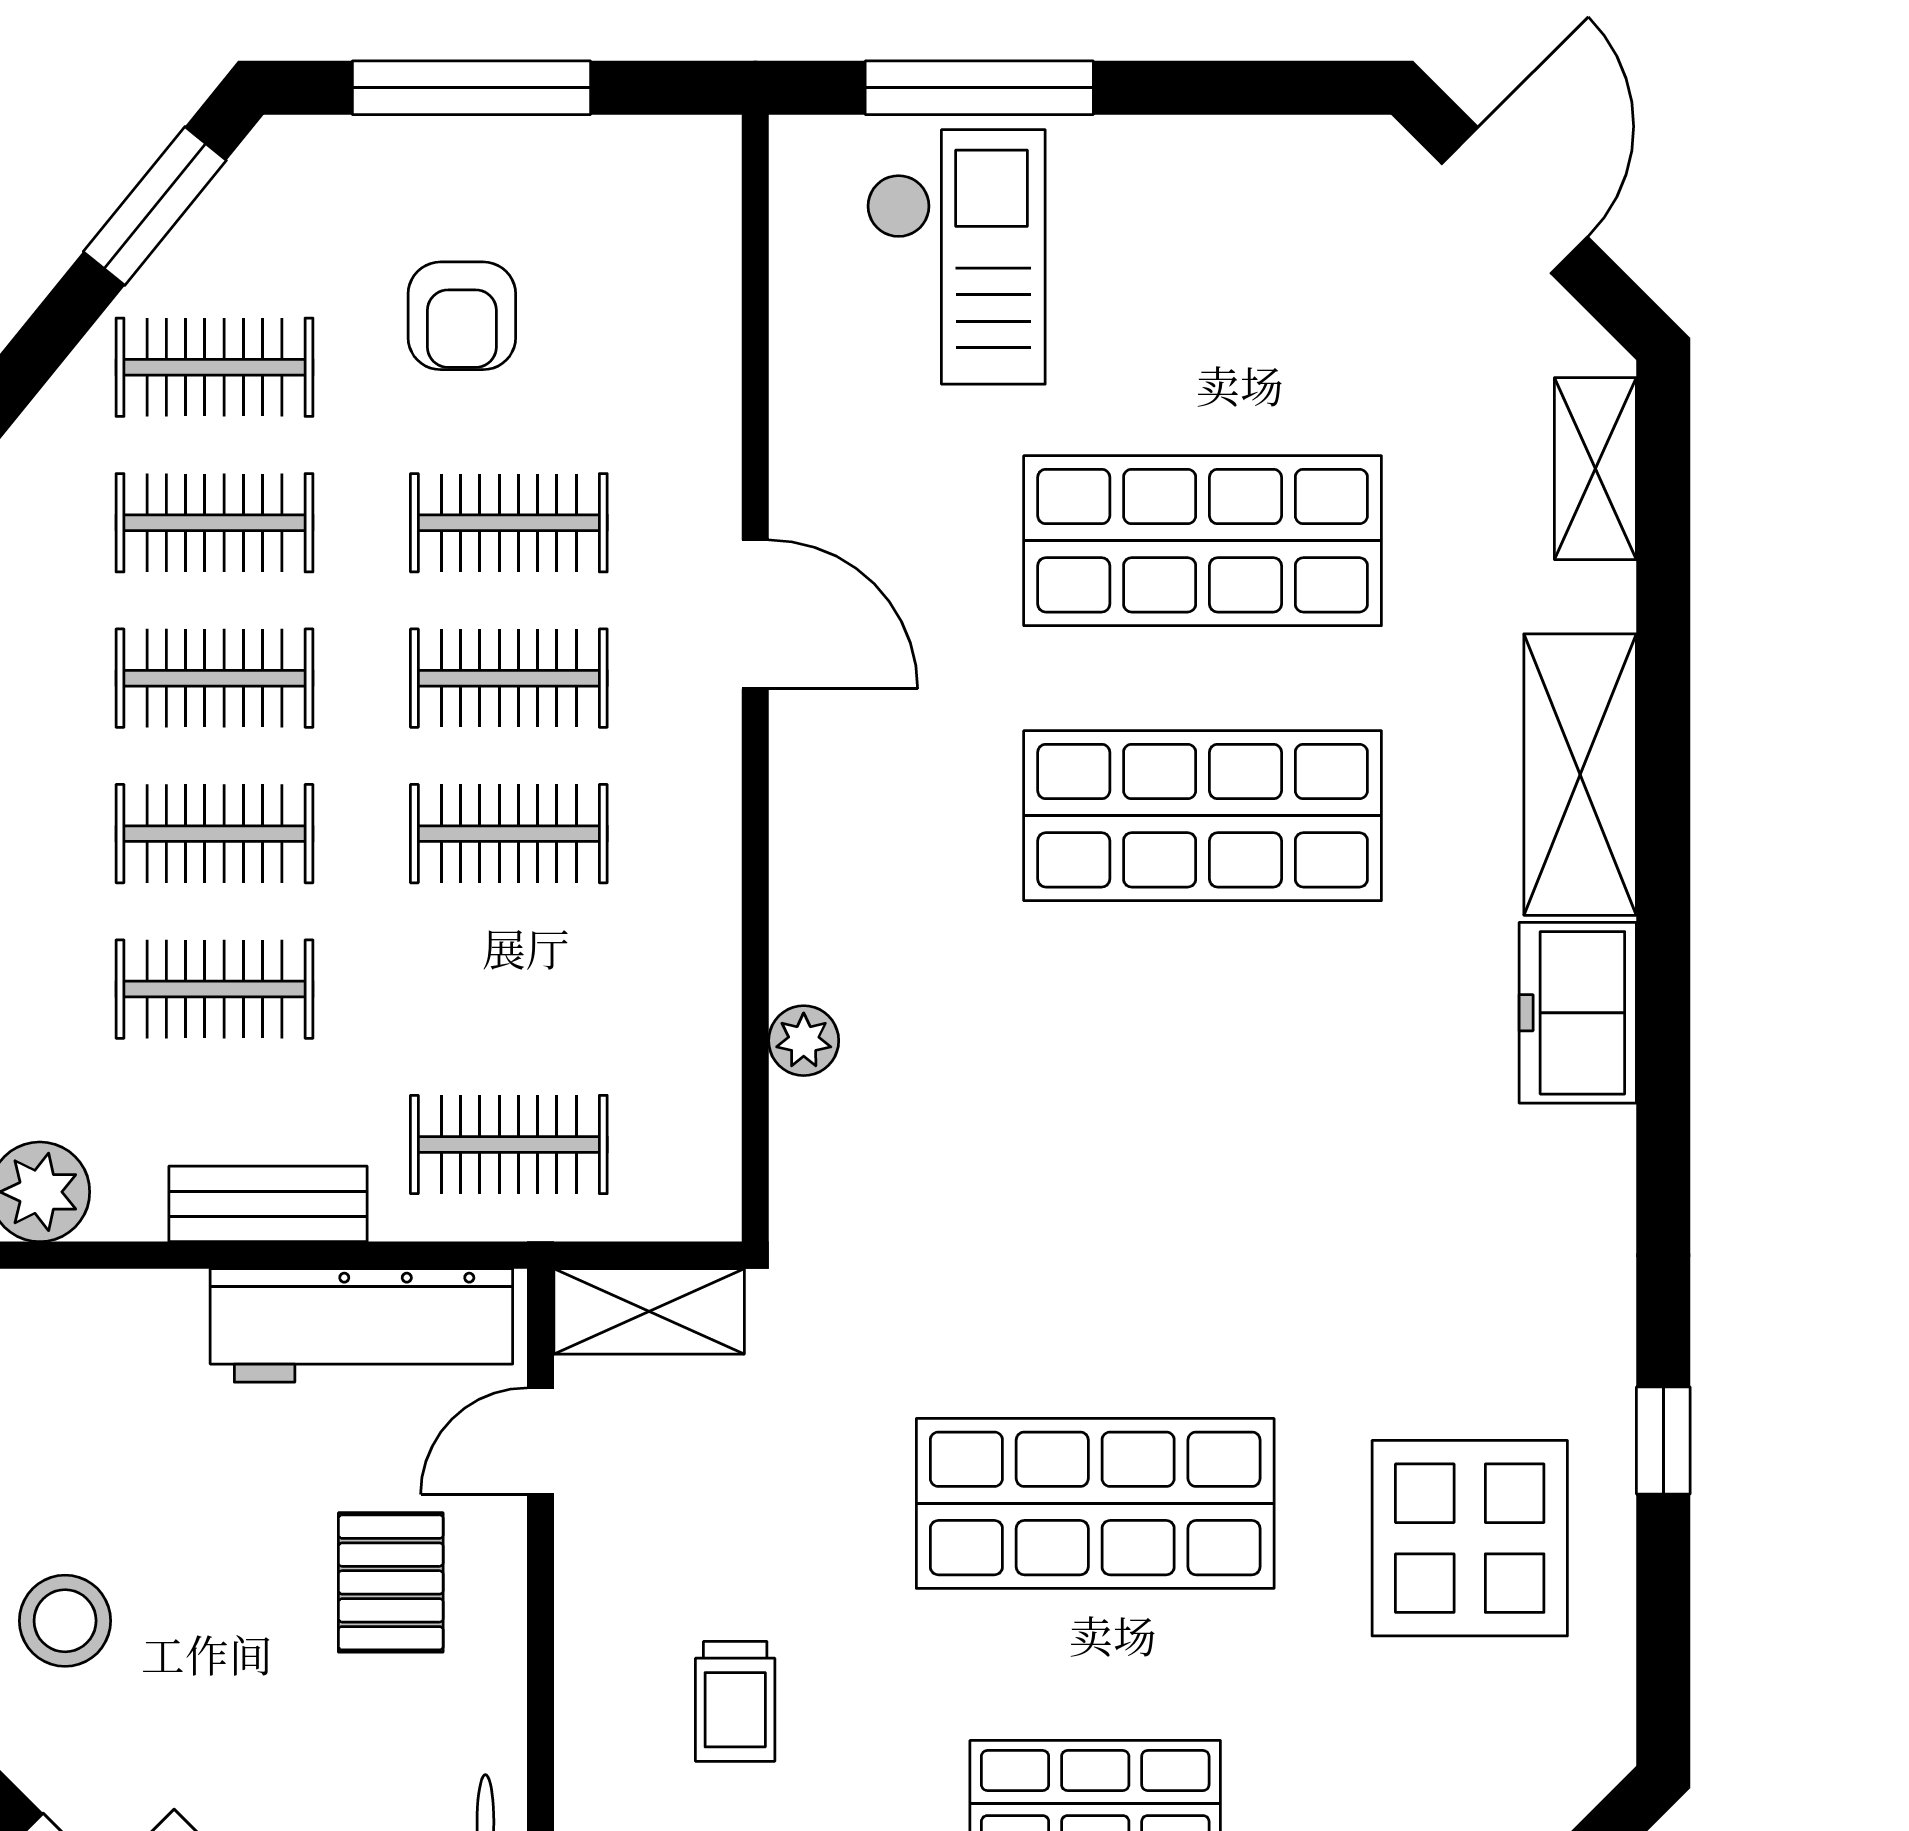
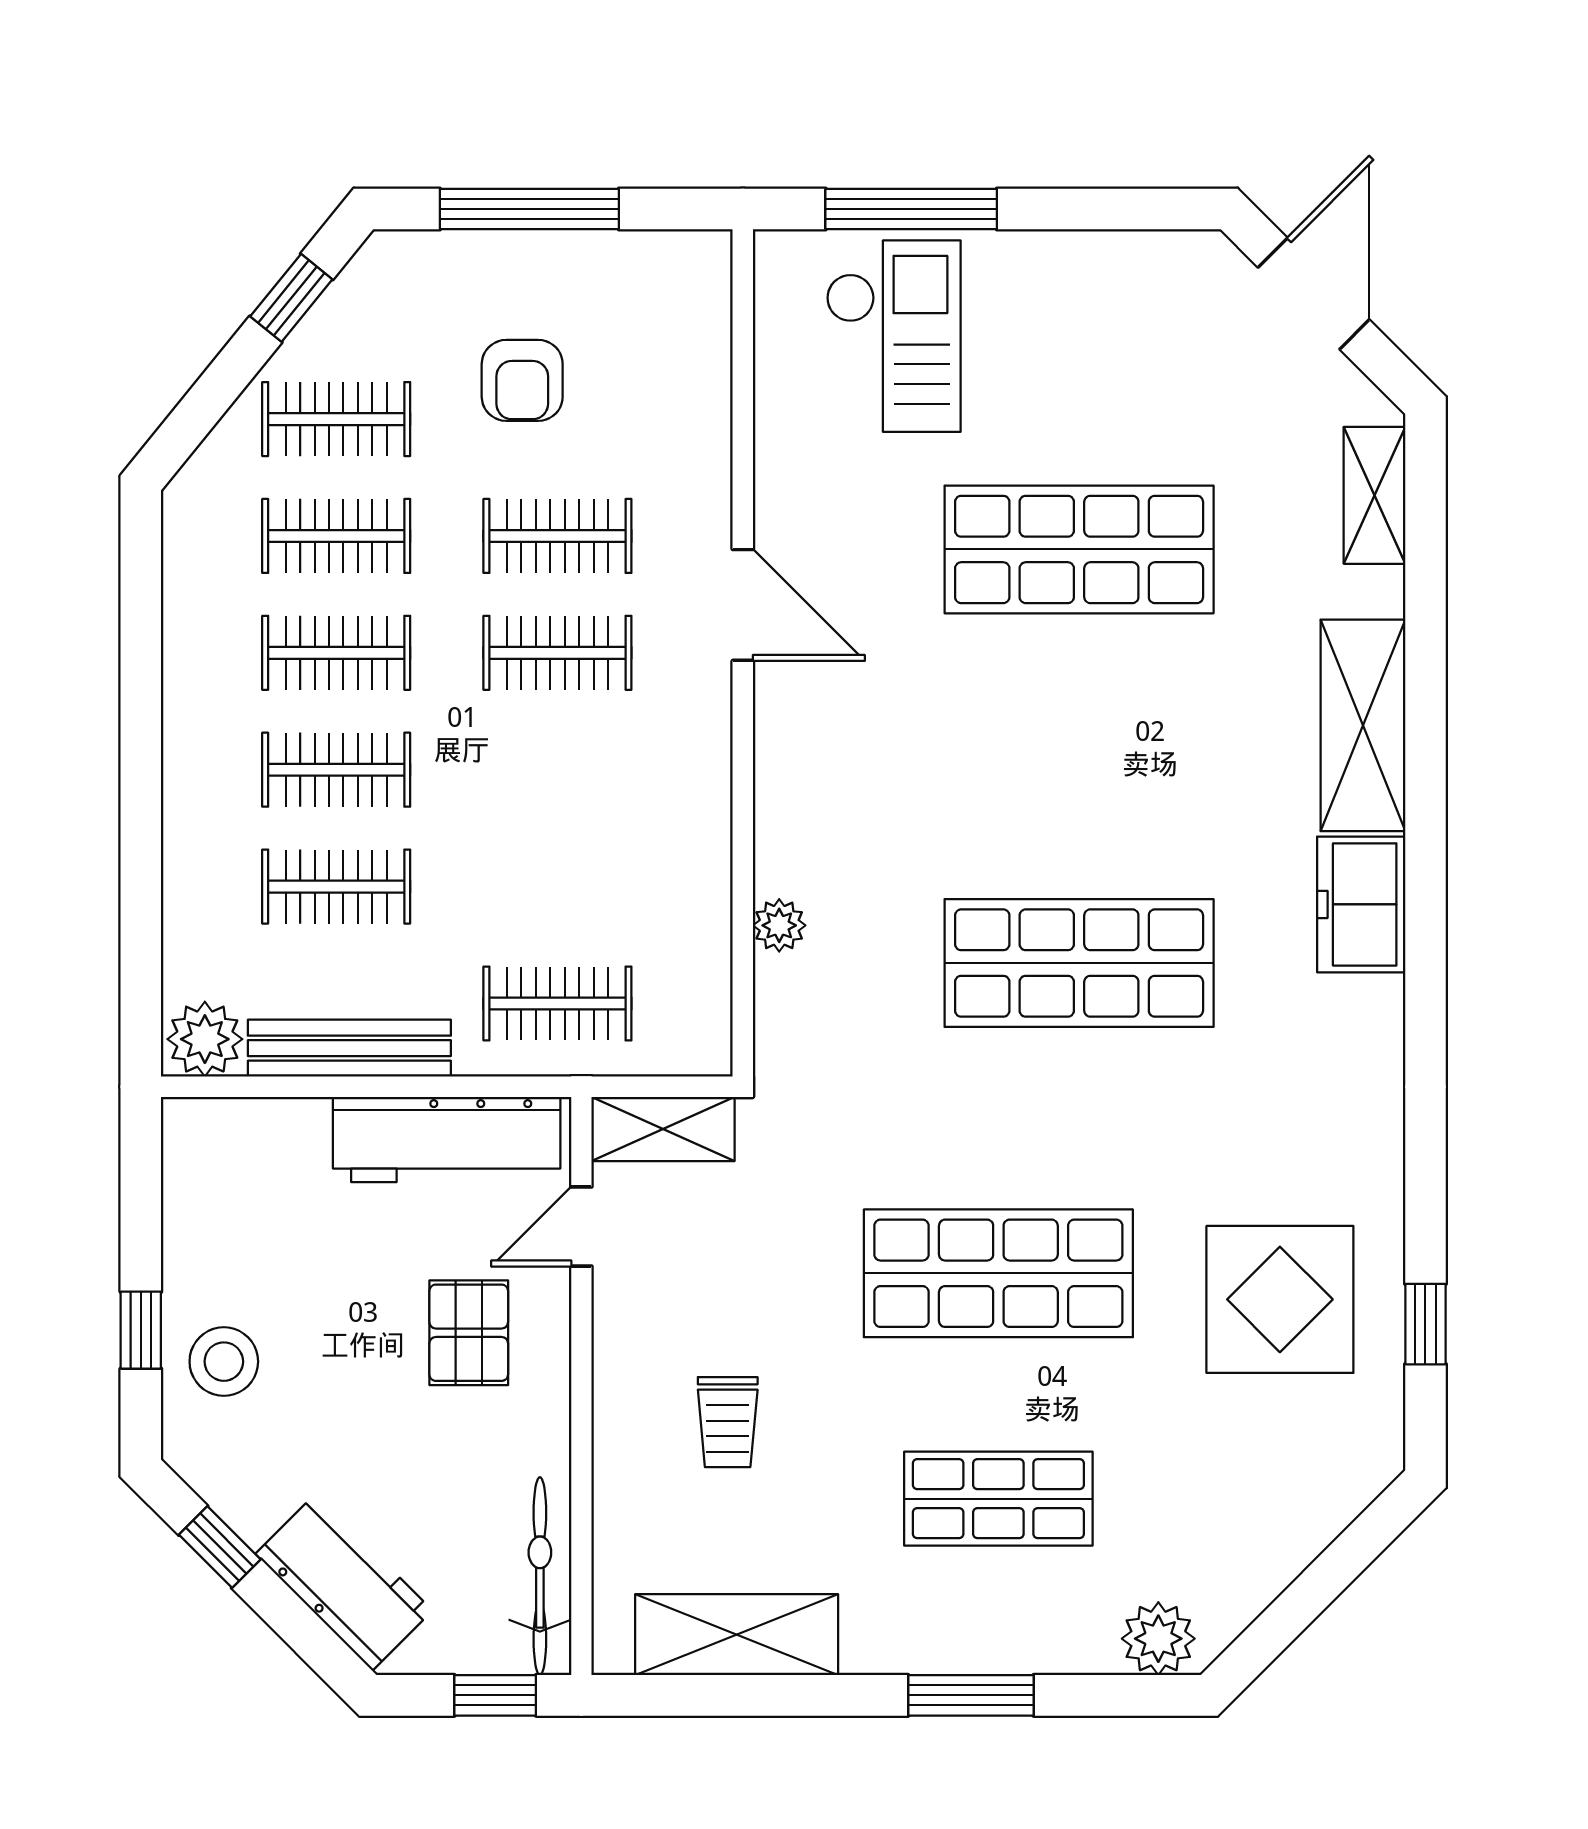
window: (155, 206) -> (291, 298), width x0.67
shop shelf: (1203, 816) -> (1079, 963), moved
clothes rail: (509, 834) -> (557, 770), removed
bench: (268, 1204) -> (349, 1048), width x1.36
window: (1663, 1441) -> (1425, 1324), moved

